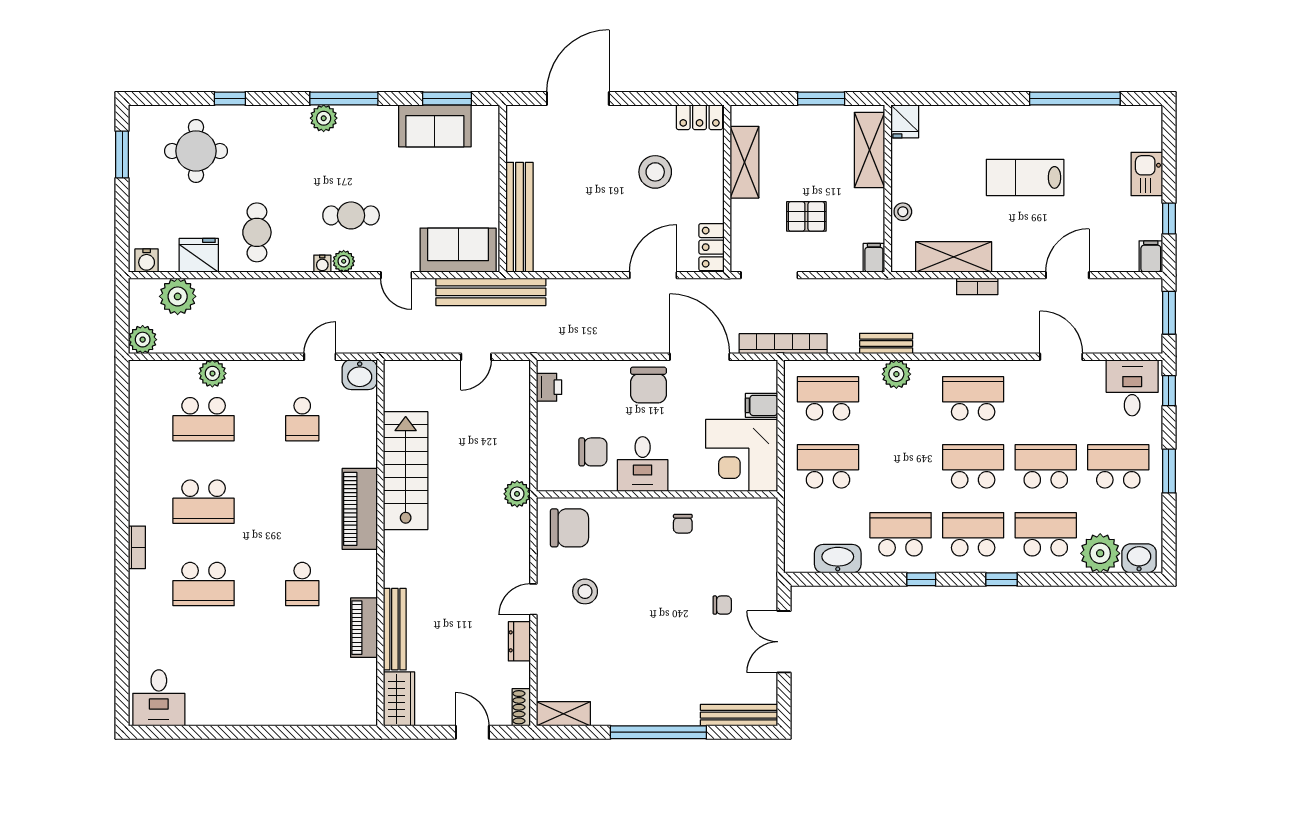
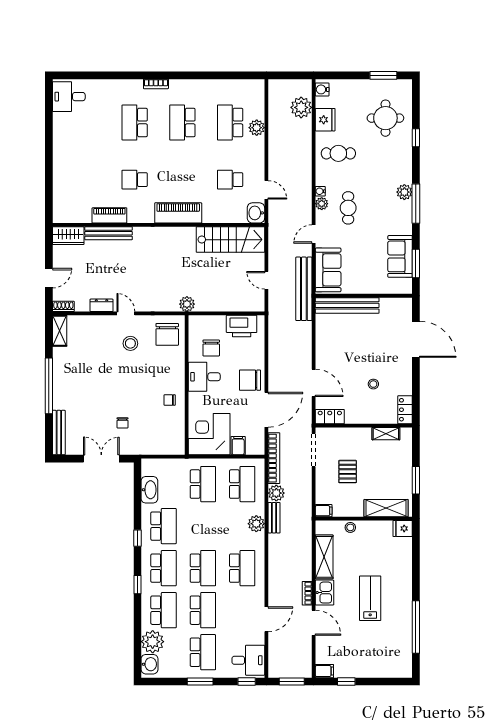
shelving: (744, 162) -> (386, 434), width x0.67, depth x0.75
stool: (655, 172) -> (373, 384), width x0.53, depth x0.53
kitchen sink: (1147, 174) -> (324, 593), moved, turned 90
bookcase: (977, 286) -> (307, 593), moved
plant: (143, 340) -> (276, 493), moved
printer: (549, 387) -> (242, 326), width x1.87, depth x1.48
stairs: (406, 471) -> (230, 240), moved

